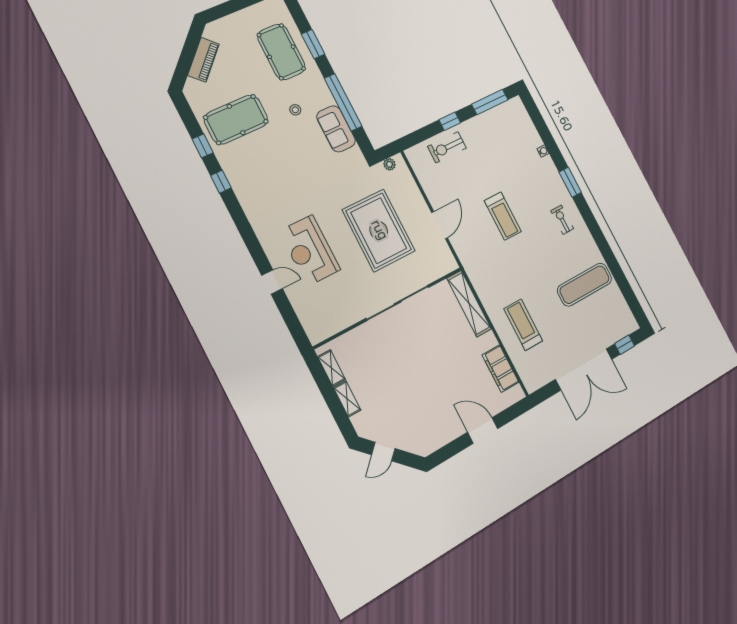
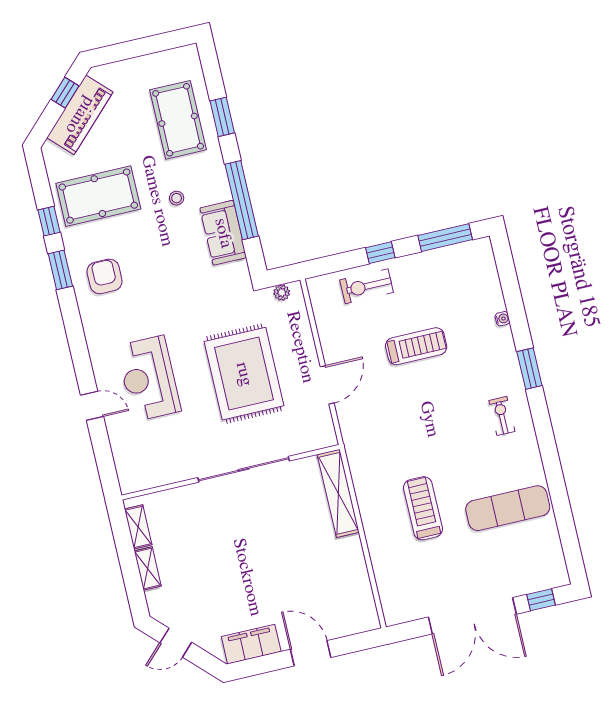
window: (191, 46) -> (65, 93), added
piano: (203, 60) -> (80, 115), width x1.37, depth x1.33
armchair: (256, 180) -> (105, 276), added
window: (221, 182) -> (60, 270), width x1.50
treadmill: (503, 216) -> (416, 346), moved, turned -90
treadmill: (523, 325) -> (423, 508), moved
filing cabinet: (501, 369) -> (251, 644), moved, turned 90

